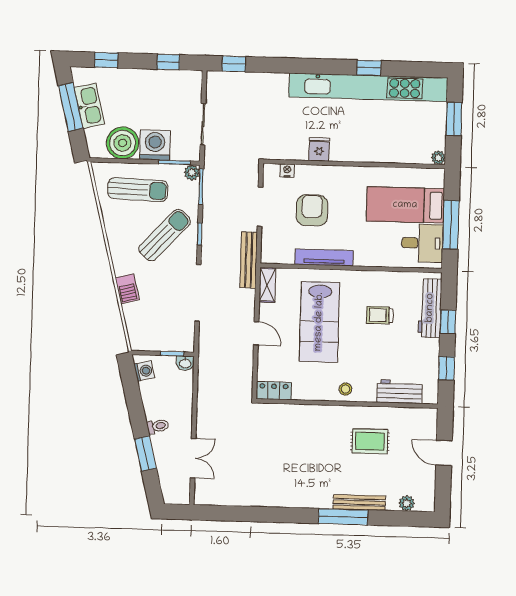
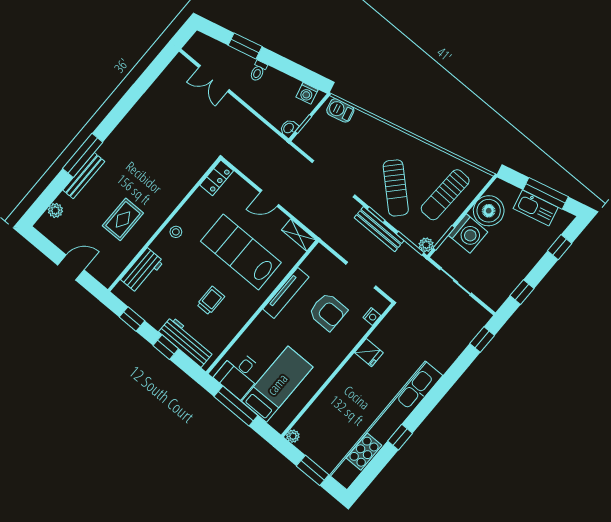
bench: (249, 260) -> (379, 229), moved
barbecue: (127, 289) -> (340, 110), moved

